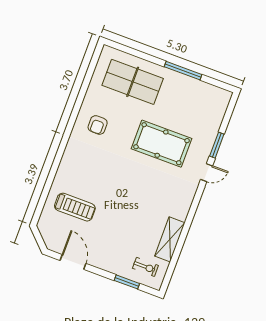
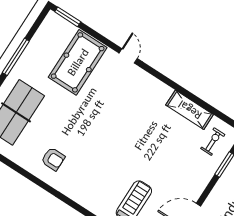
pool table: (161, 144) -> (78, 62), moved
window: (217, 145) -> (68, 17), moved

